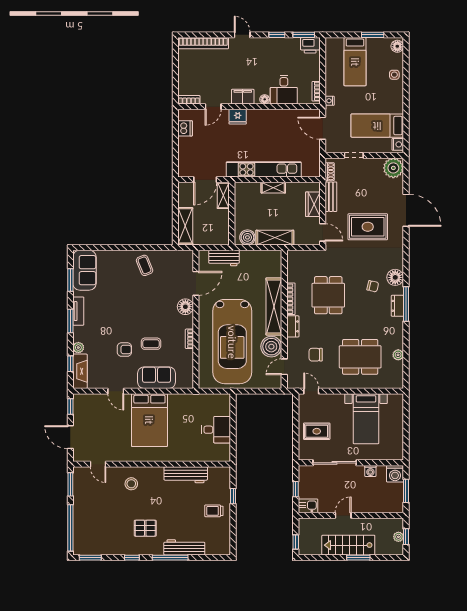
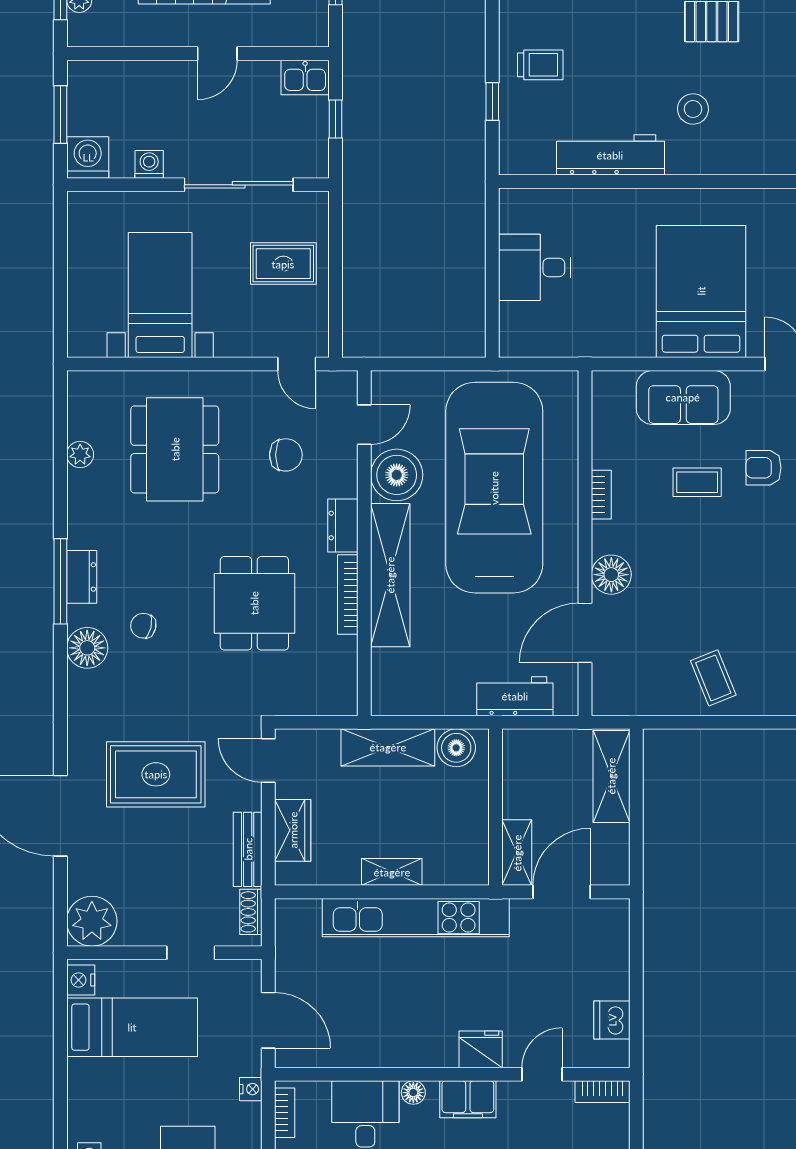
dining table: (360, 357) -> (175, 449), turned 90
stool: (131, 484) -> (693, 109), moved

